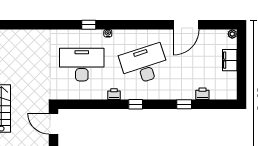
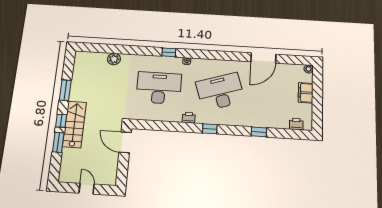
plant: (33, 36) -> (114, 59), added
printer: (202, 94) -> (296, 124), moved

